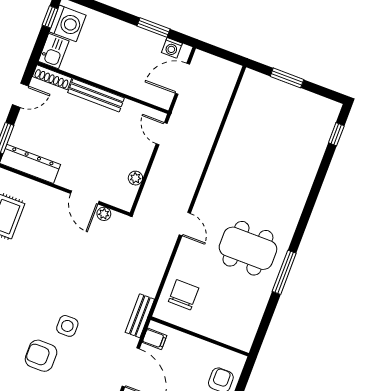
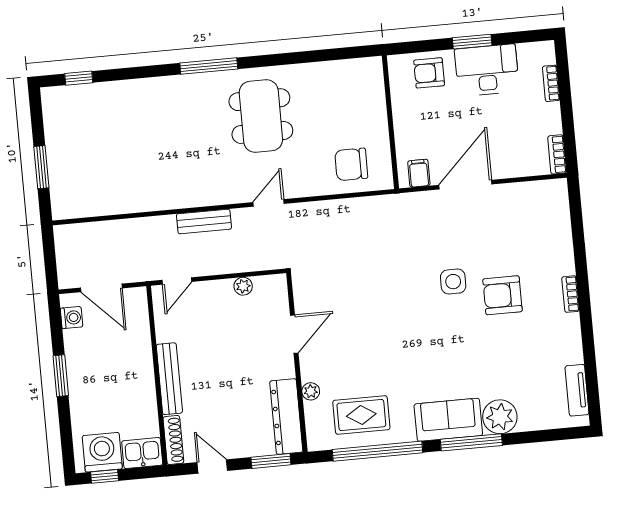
window: (153, 27) -> (61, 376), moved
plant: (104, 214) -> (311, 391), moved
window: (284, 272) -> (209, 66), moved
bench: (140, 316) -> (204, 221), moved
armchair: (41, 356) -> (503, 295), turned 90

